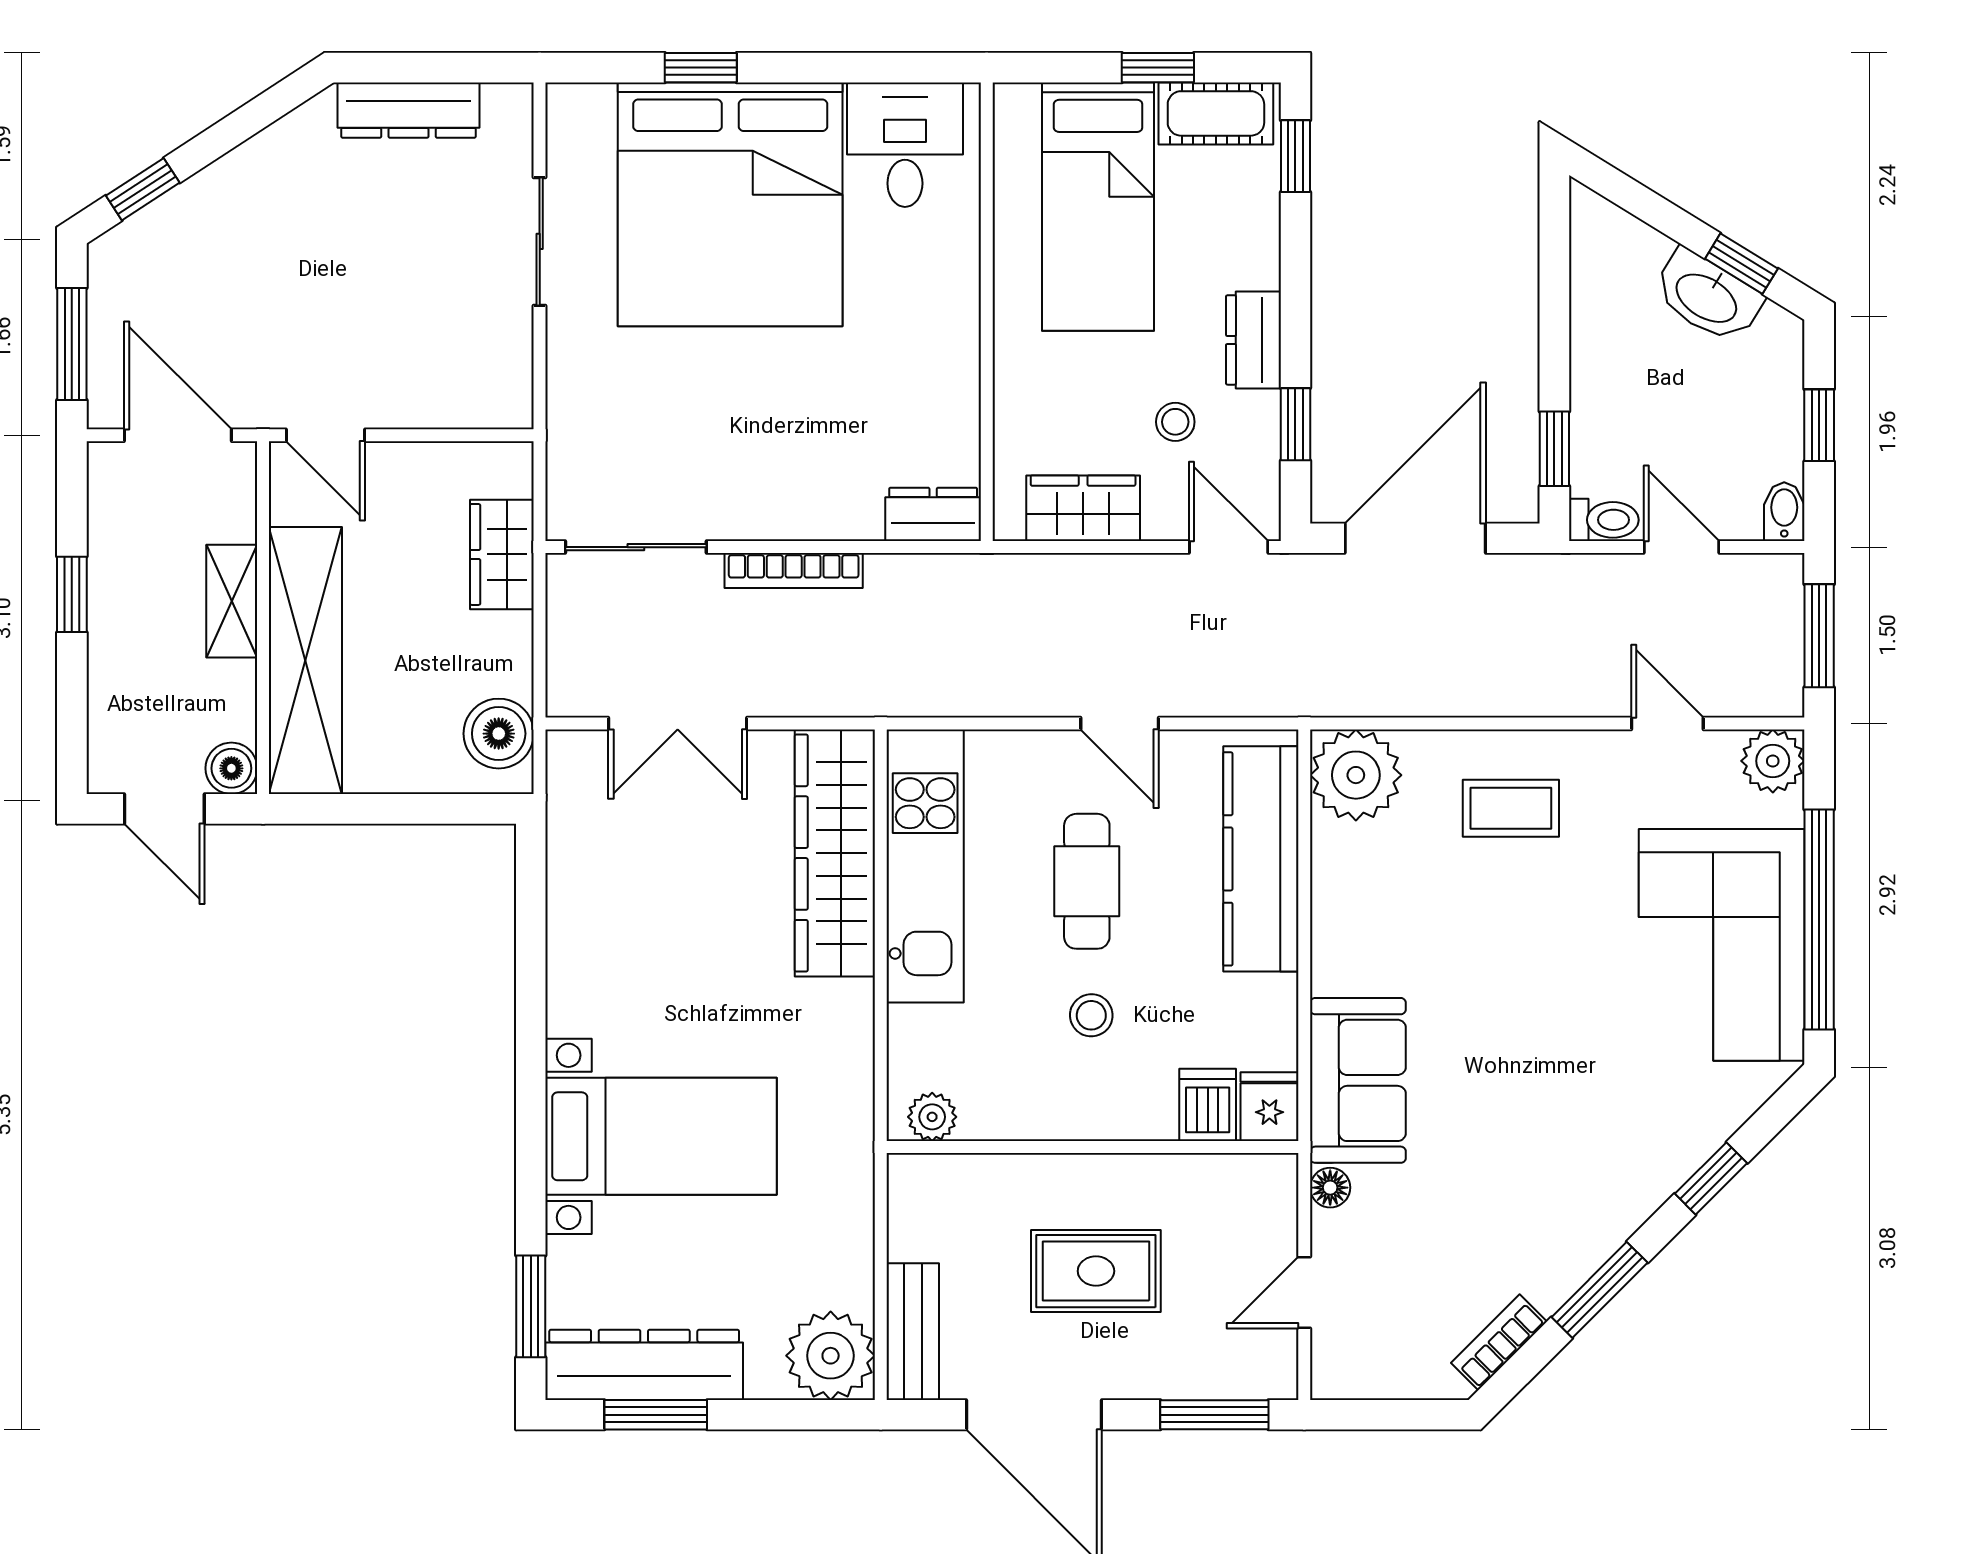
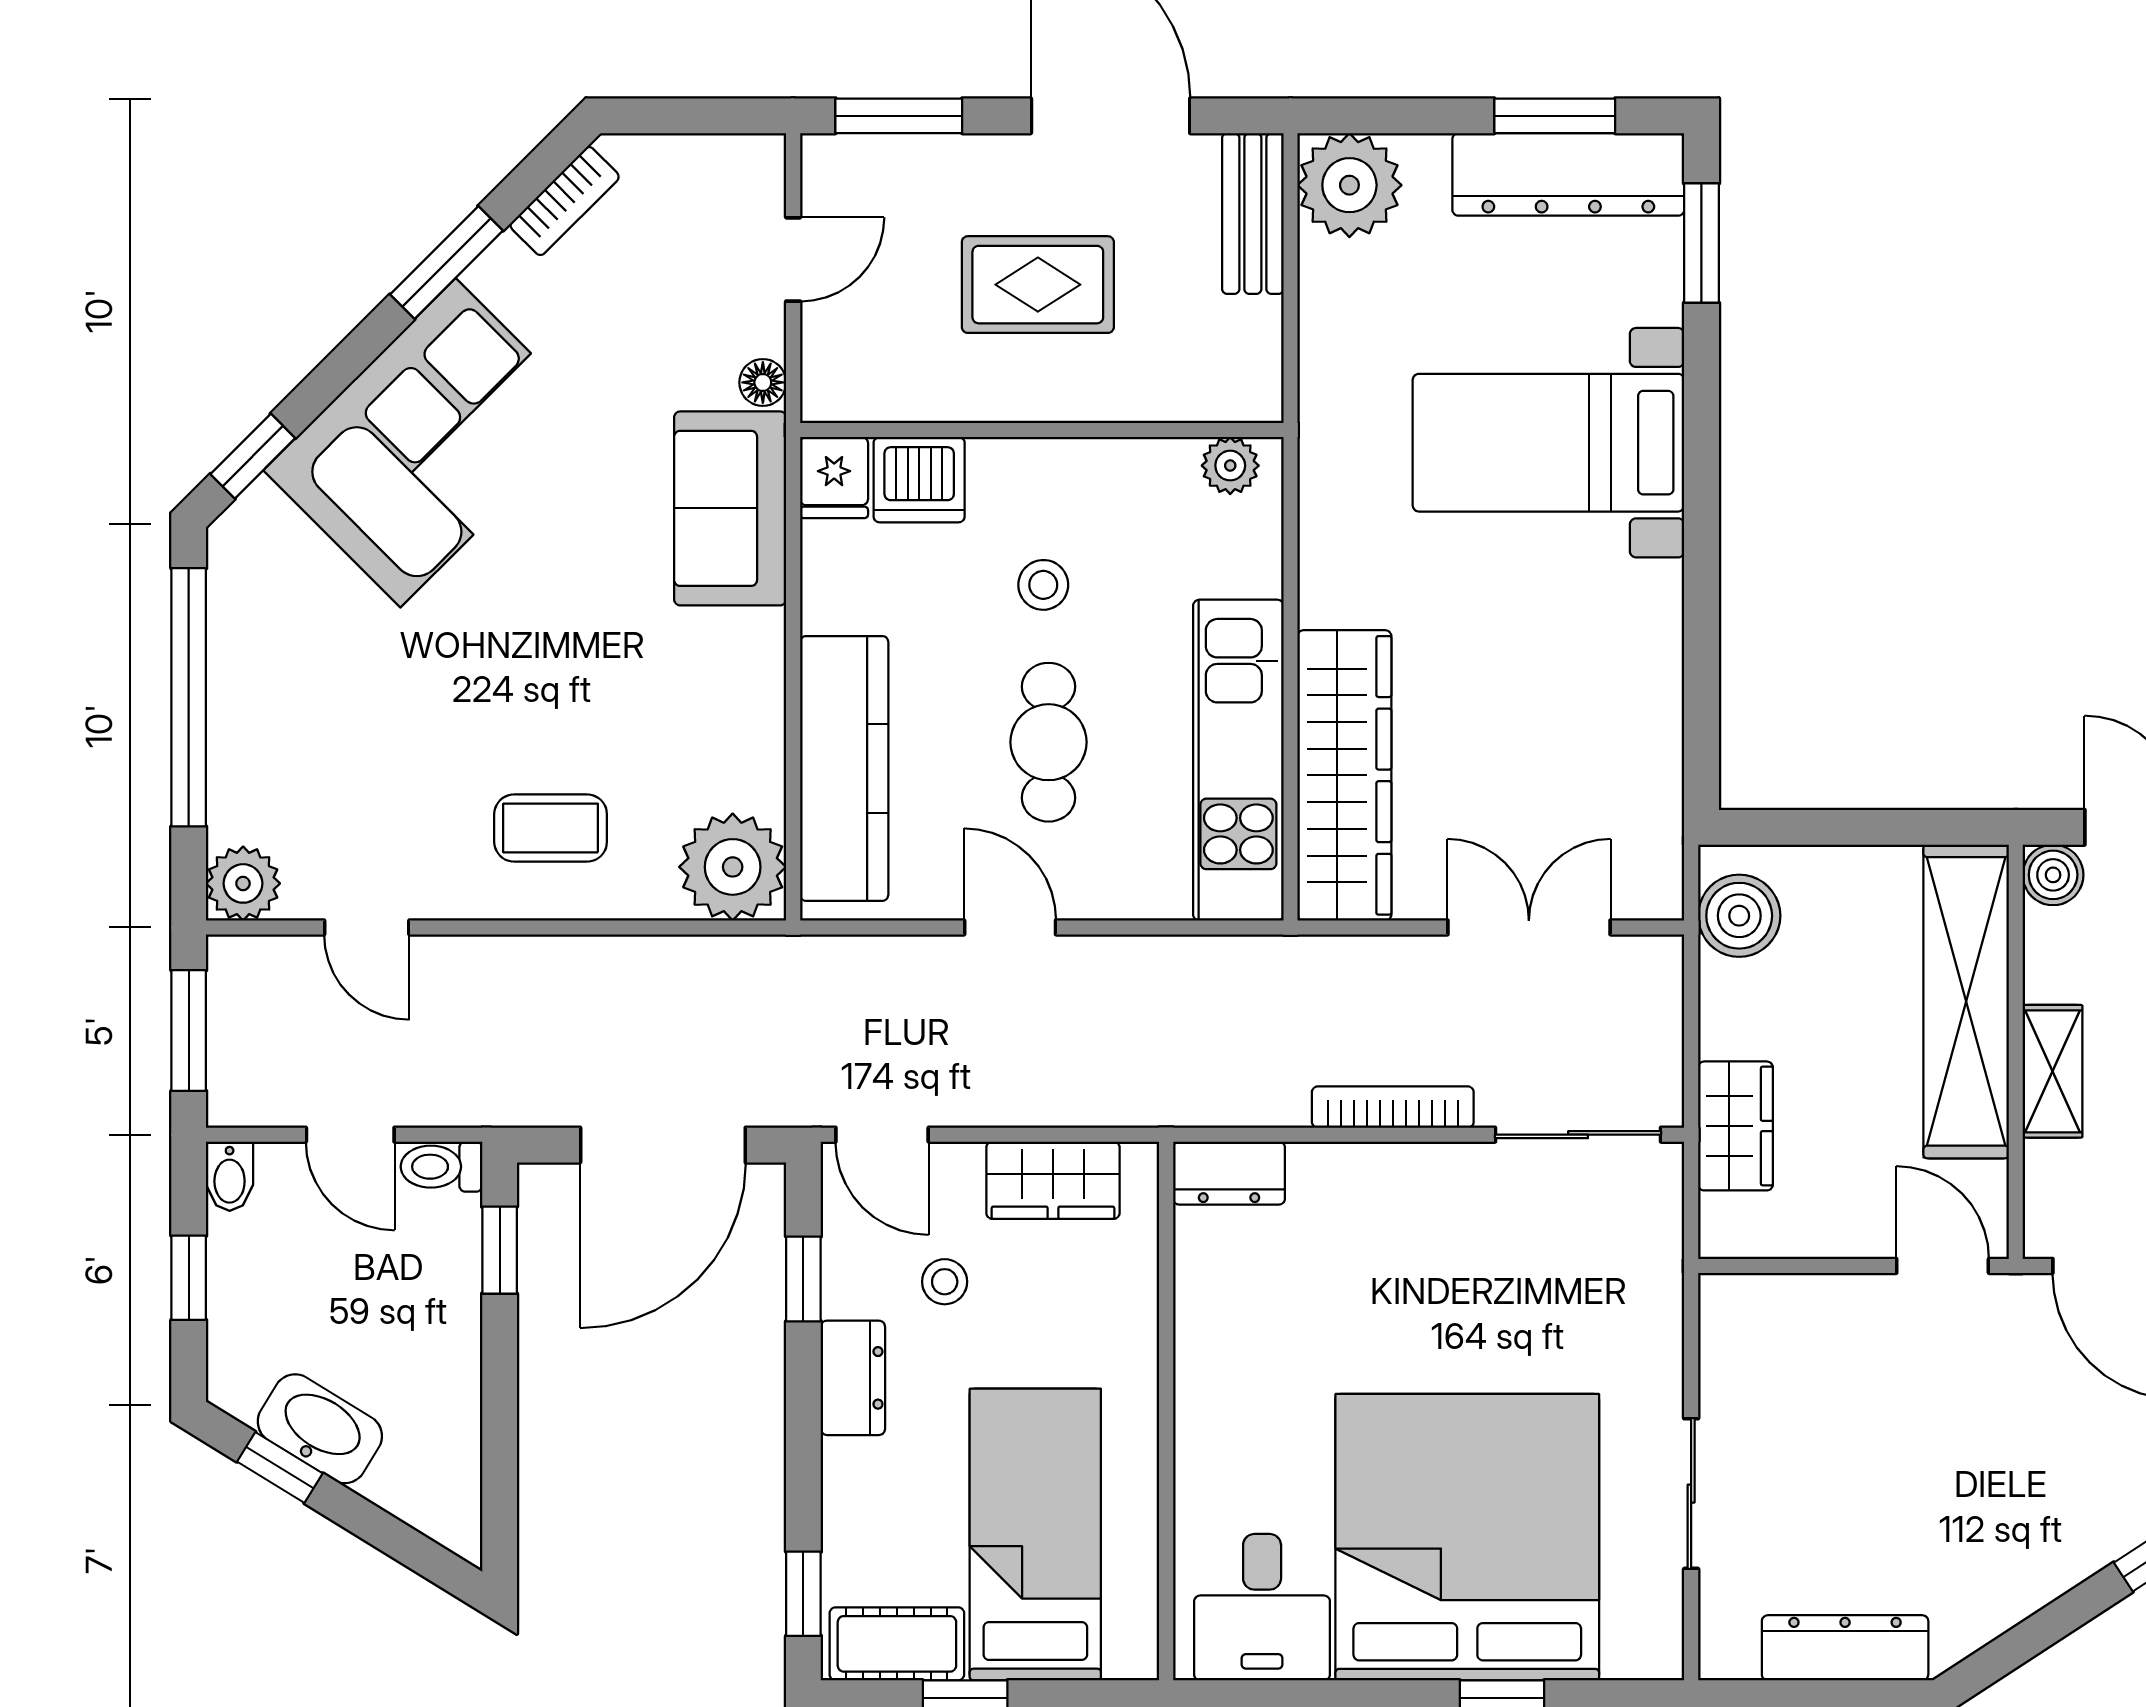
corner sofa: (1722, 945) -> (428, 443), moved, turned 45
dishwasher: (1208, 1105) -> (919, 480), width x1.38
window: (1711, 1178) -> (253, 456), moved

